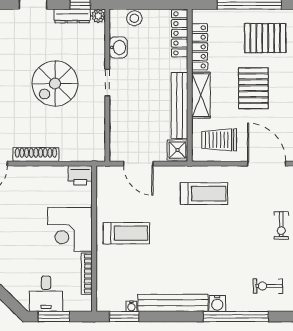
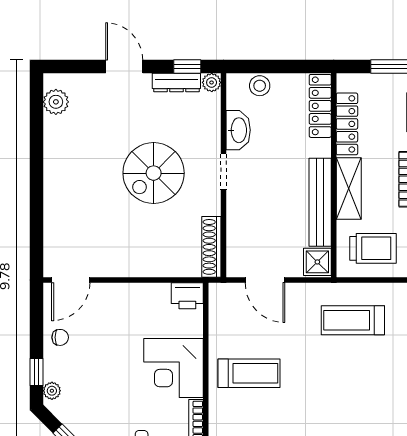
washbasin: (118, 47) -> (238, 130), width x1.38
trolley: (219, 140) -> (373, 248), turned 180
shoe rack: (36, 155) -> (211, 247), moved, turned -90
treadmill: (204, 194) -> (353, 320), turned 180

